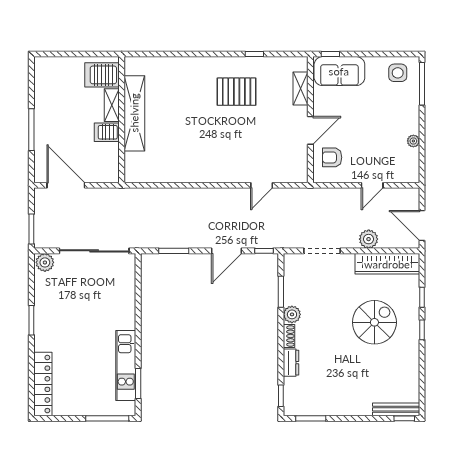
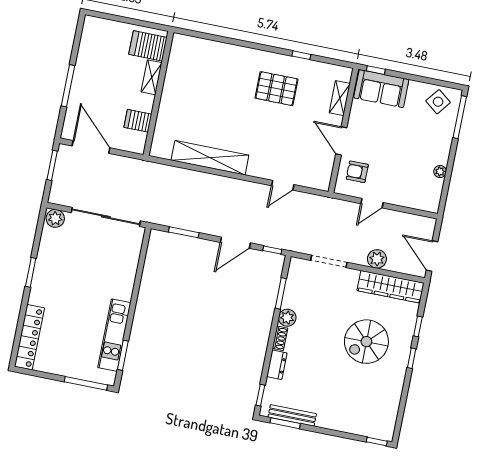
side table: (398, 73) -> (438, 102), turned 38
shelving: (134, 113) -> (210, 158), moved, turned 90
door: (310, 130) -> (341, 141), swing flipped
server rack: (107, 132) -> (138, 121), moved
door: (372, 185) -> (372, 203), moved
window: (31, 229) -> (52, 165), moved
spiral stairs: (374, 322) -> (366, 342), turned 180
bench: (396, 409) -> (292, 415), moved

